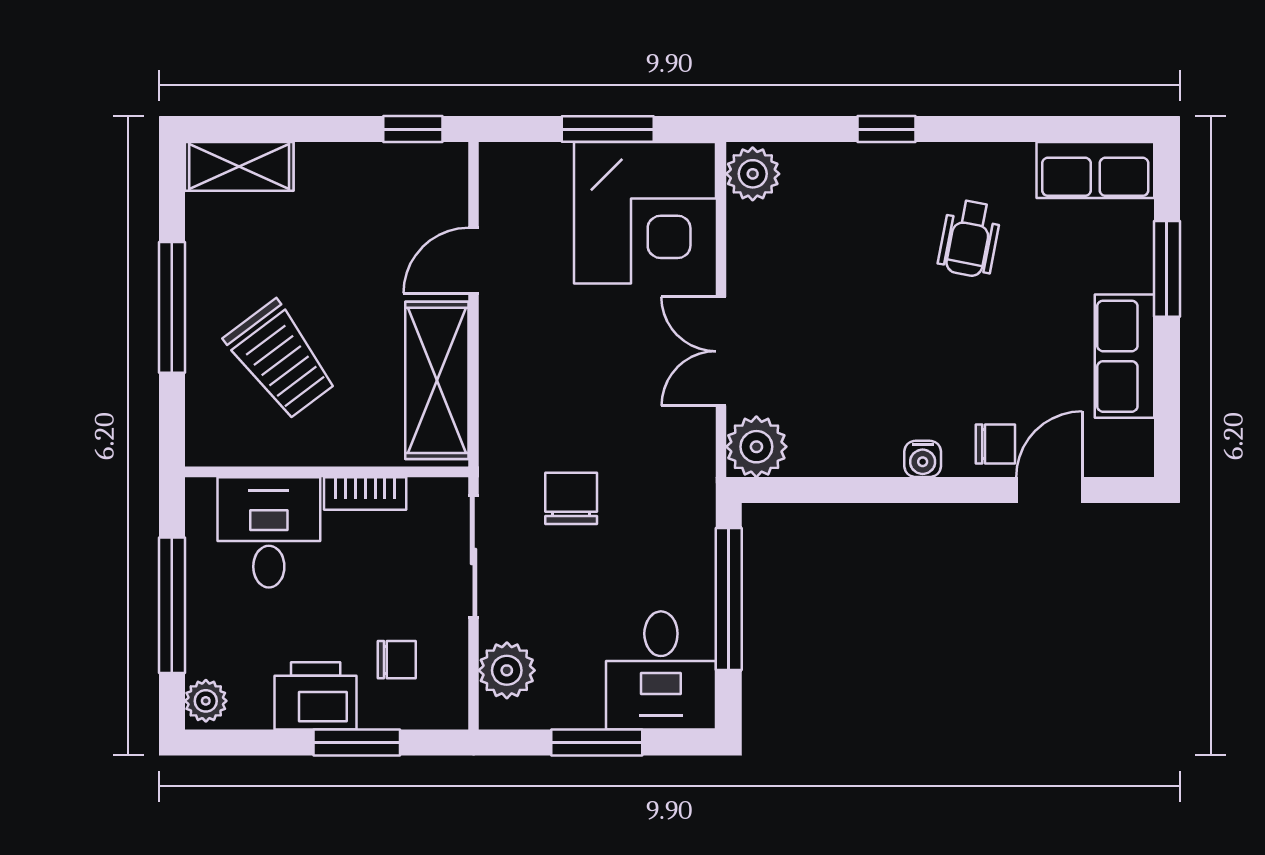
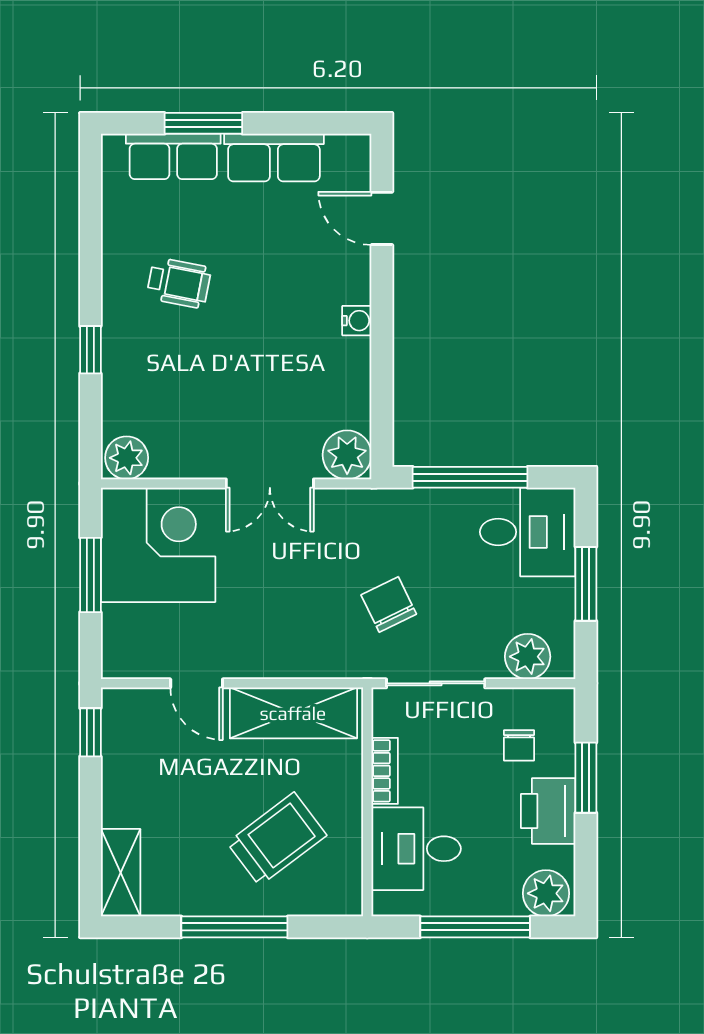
row of seats: (1095, 170) -> (173, 156), moved, turned 90
chair: (995, 444) -> (345, 262), removed
chair: (571, 498) -> (389, 604), turned 64
chair: (397, 660) -> (519, 745), turned 180
plant: (206, 701) -> (546, 893), width x1.38, depth x1.38

